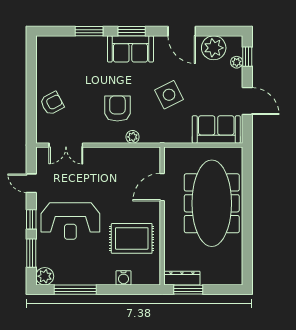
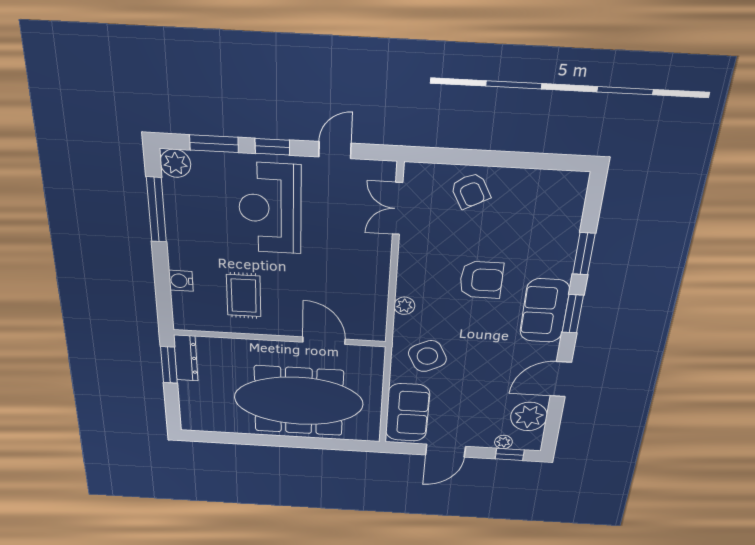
side table: (169, 95) -> (427, 356), moved
armchair: (117, 108) -> (481, 280), moved
rug: (132, 238) -> (244, 296), width x0.73, depth x0.70

